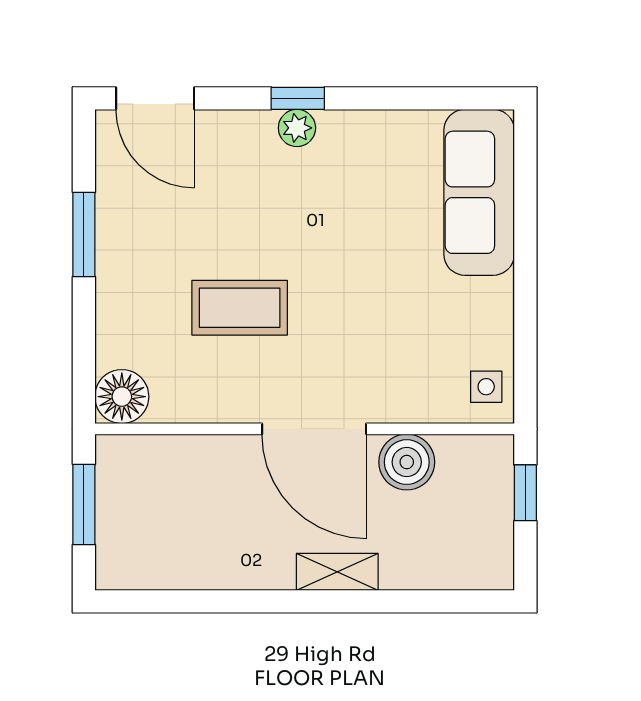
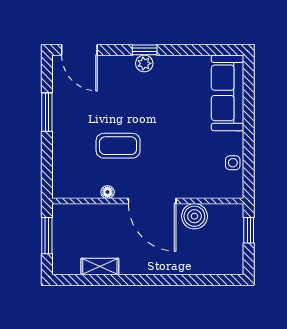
side table: (486, 387) -> (233, 163), moved
floor lamp: (122, 397) -> (108, 192), moved, width x0.53, depth x0.53
shelving: (337, 572) -> (100, 266), moved

